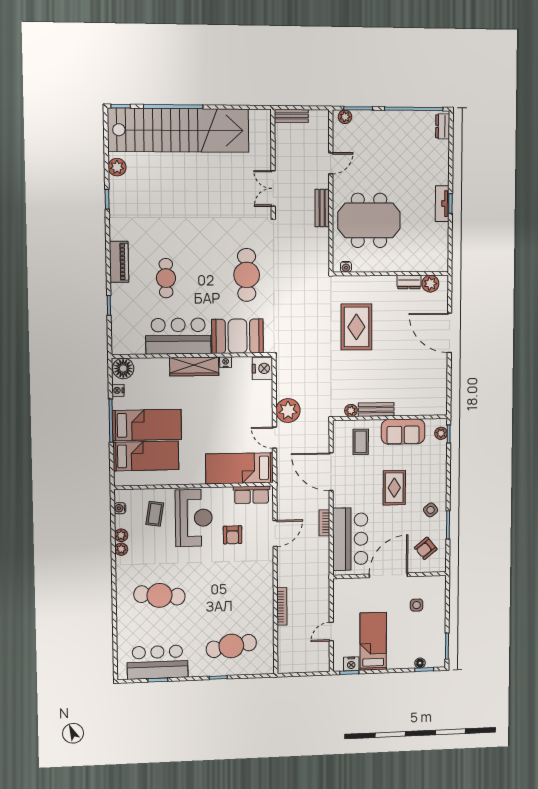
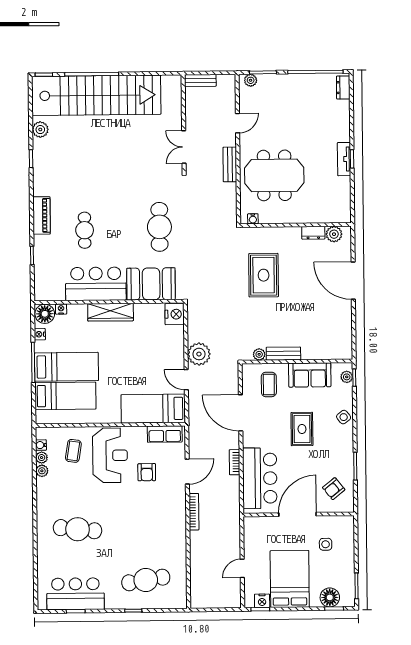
nightstand: (226, 362) -> (61, 309), moved
side table: (431, 510) -> (344, 417), moved
plant: (121, 549) -> (42, 458), moved
bookcase: (282, 606) -> (194, 512), moved
bed: (373, 641) -> (290, 579), width x1.50
floor lamp: (420, 663) -> (330, 597), width x1.89, depth x1.89

